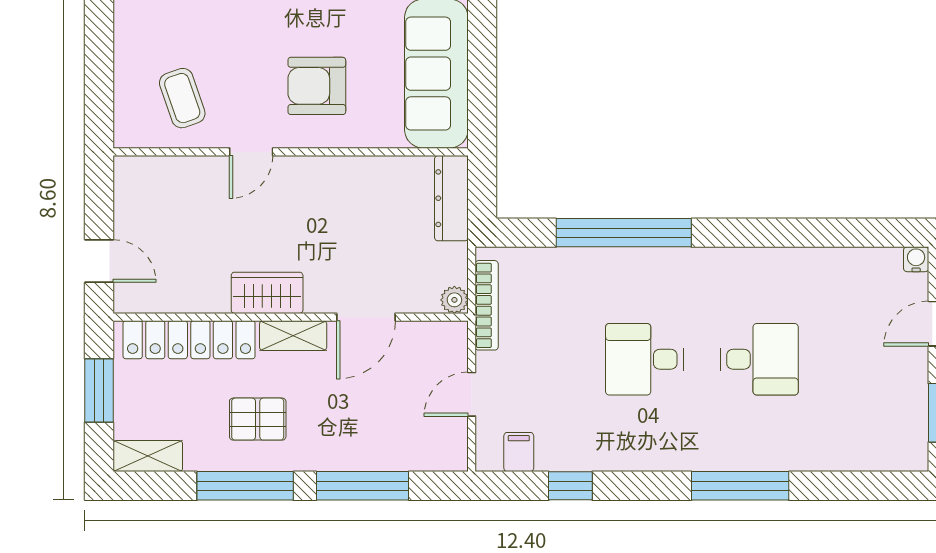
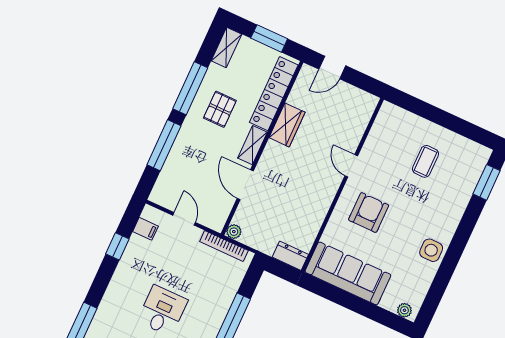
coffee table: (182, 98) -> (425, 161), moved, turned -71
dresser: (451, 198) -> (290, 256), width x0.70
wardrobe: (267, 293) -> (287, 125), moved

